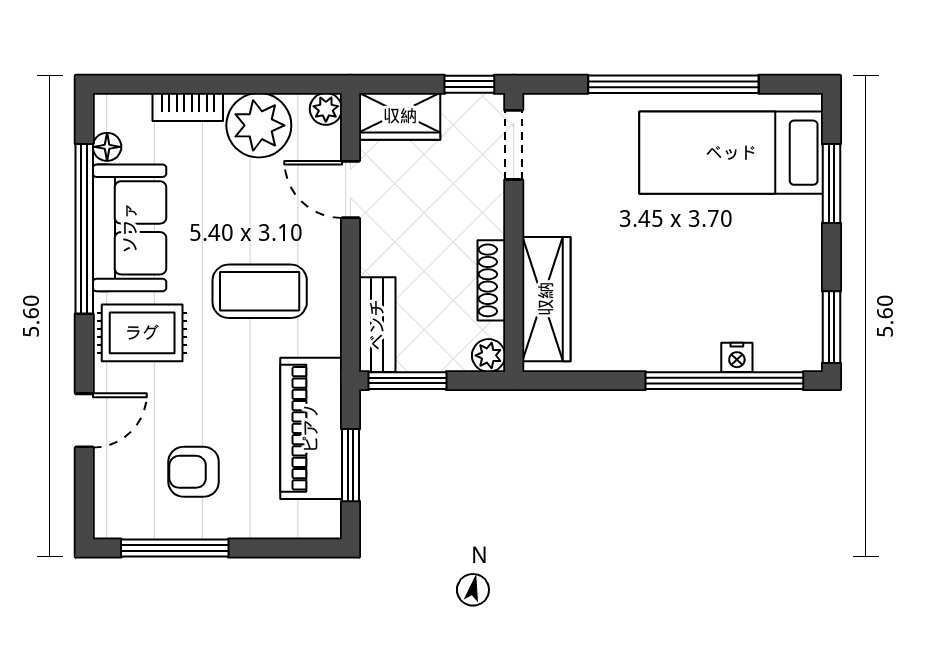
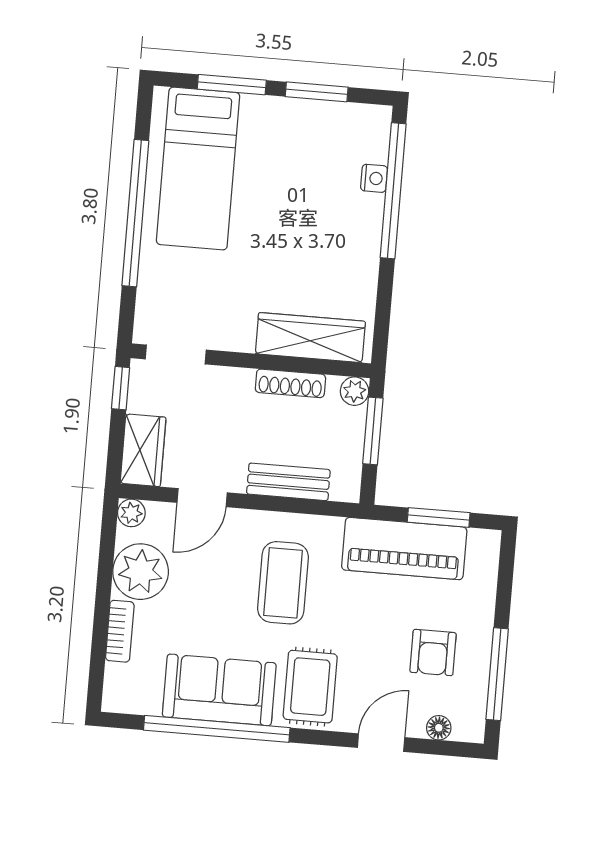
floor lamp: (107, 147) -> (439, 728), moved
bench: (377, 325) -> (288, 482), moved
window: (831, 327) -> (317, 92), moved
window: (407, 381) -> (373, 431), moved
door: (84, 420) -> (381, 743), hinge flipped

